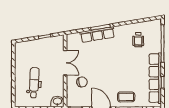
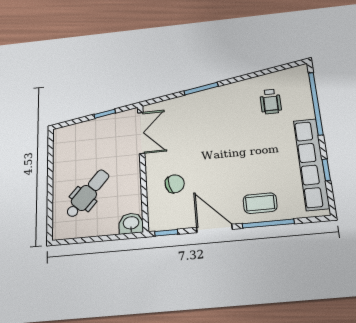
row of seats: (97, 35) -> (197, 101), removed
double door: (65, 63) -> (141, 133), moved
dental chair: (34, 83) -> (88, 194), turned 39

